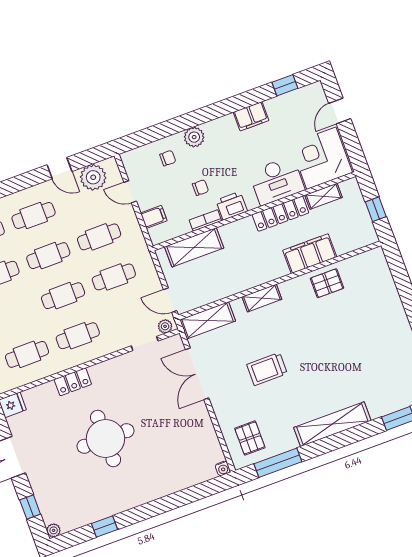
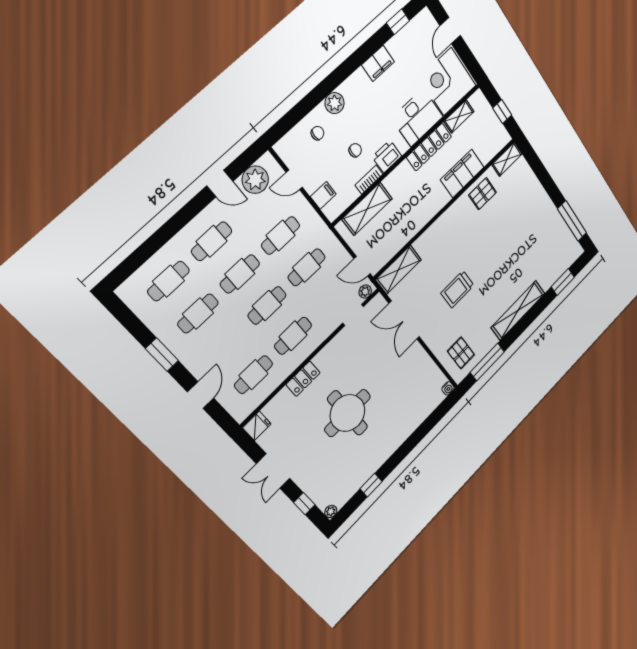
shelving: (262, 298) -> (507, 159), moved

